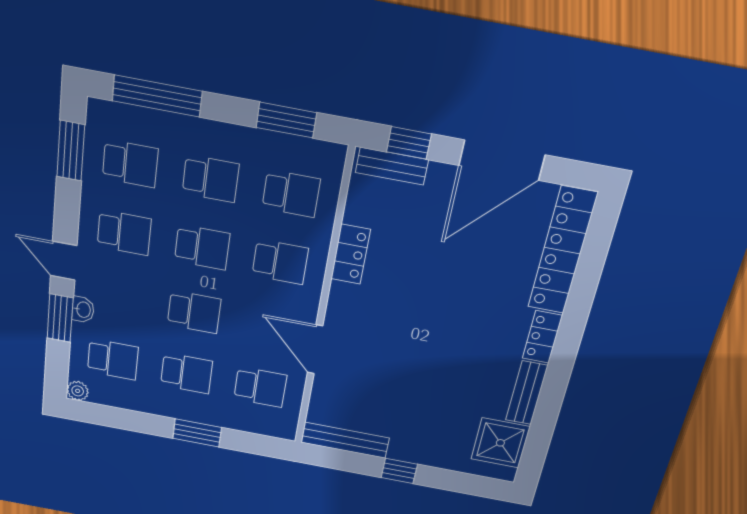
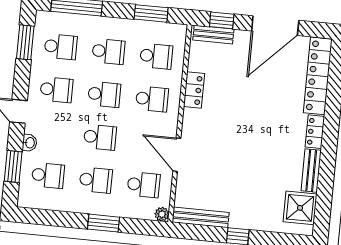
window: (60, 318) -> (13, 167), moved
plant: (78, 391) -> (162, 214), moved

